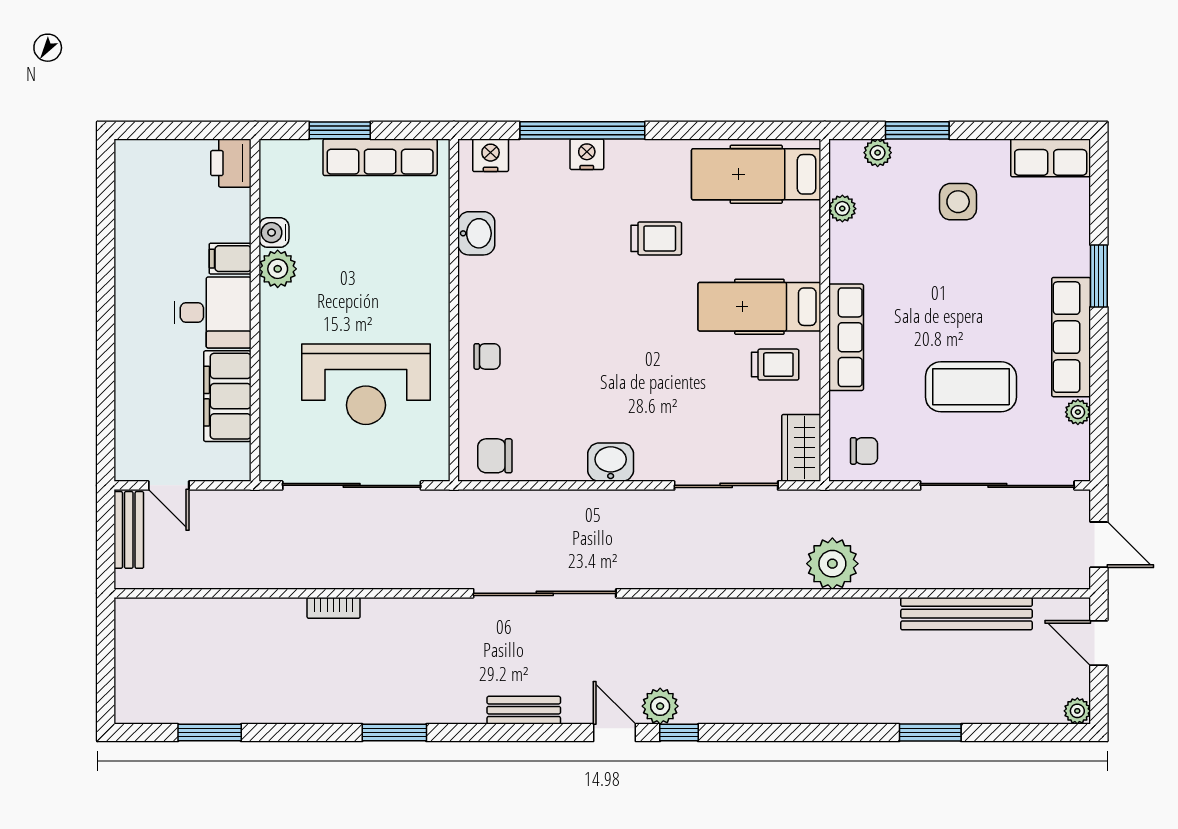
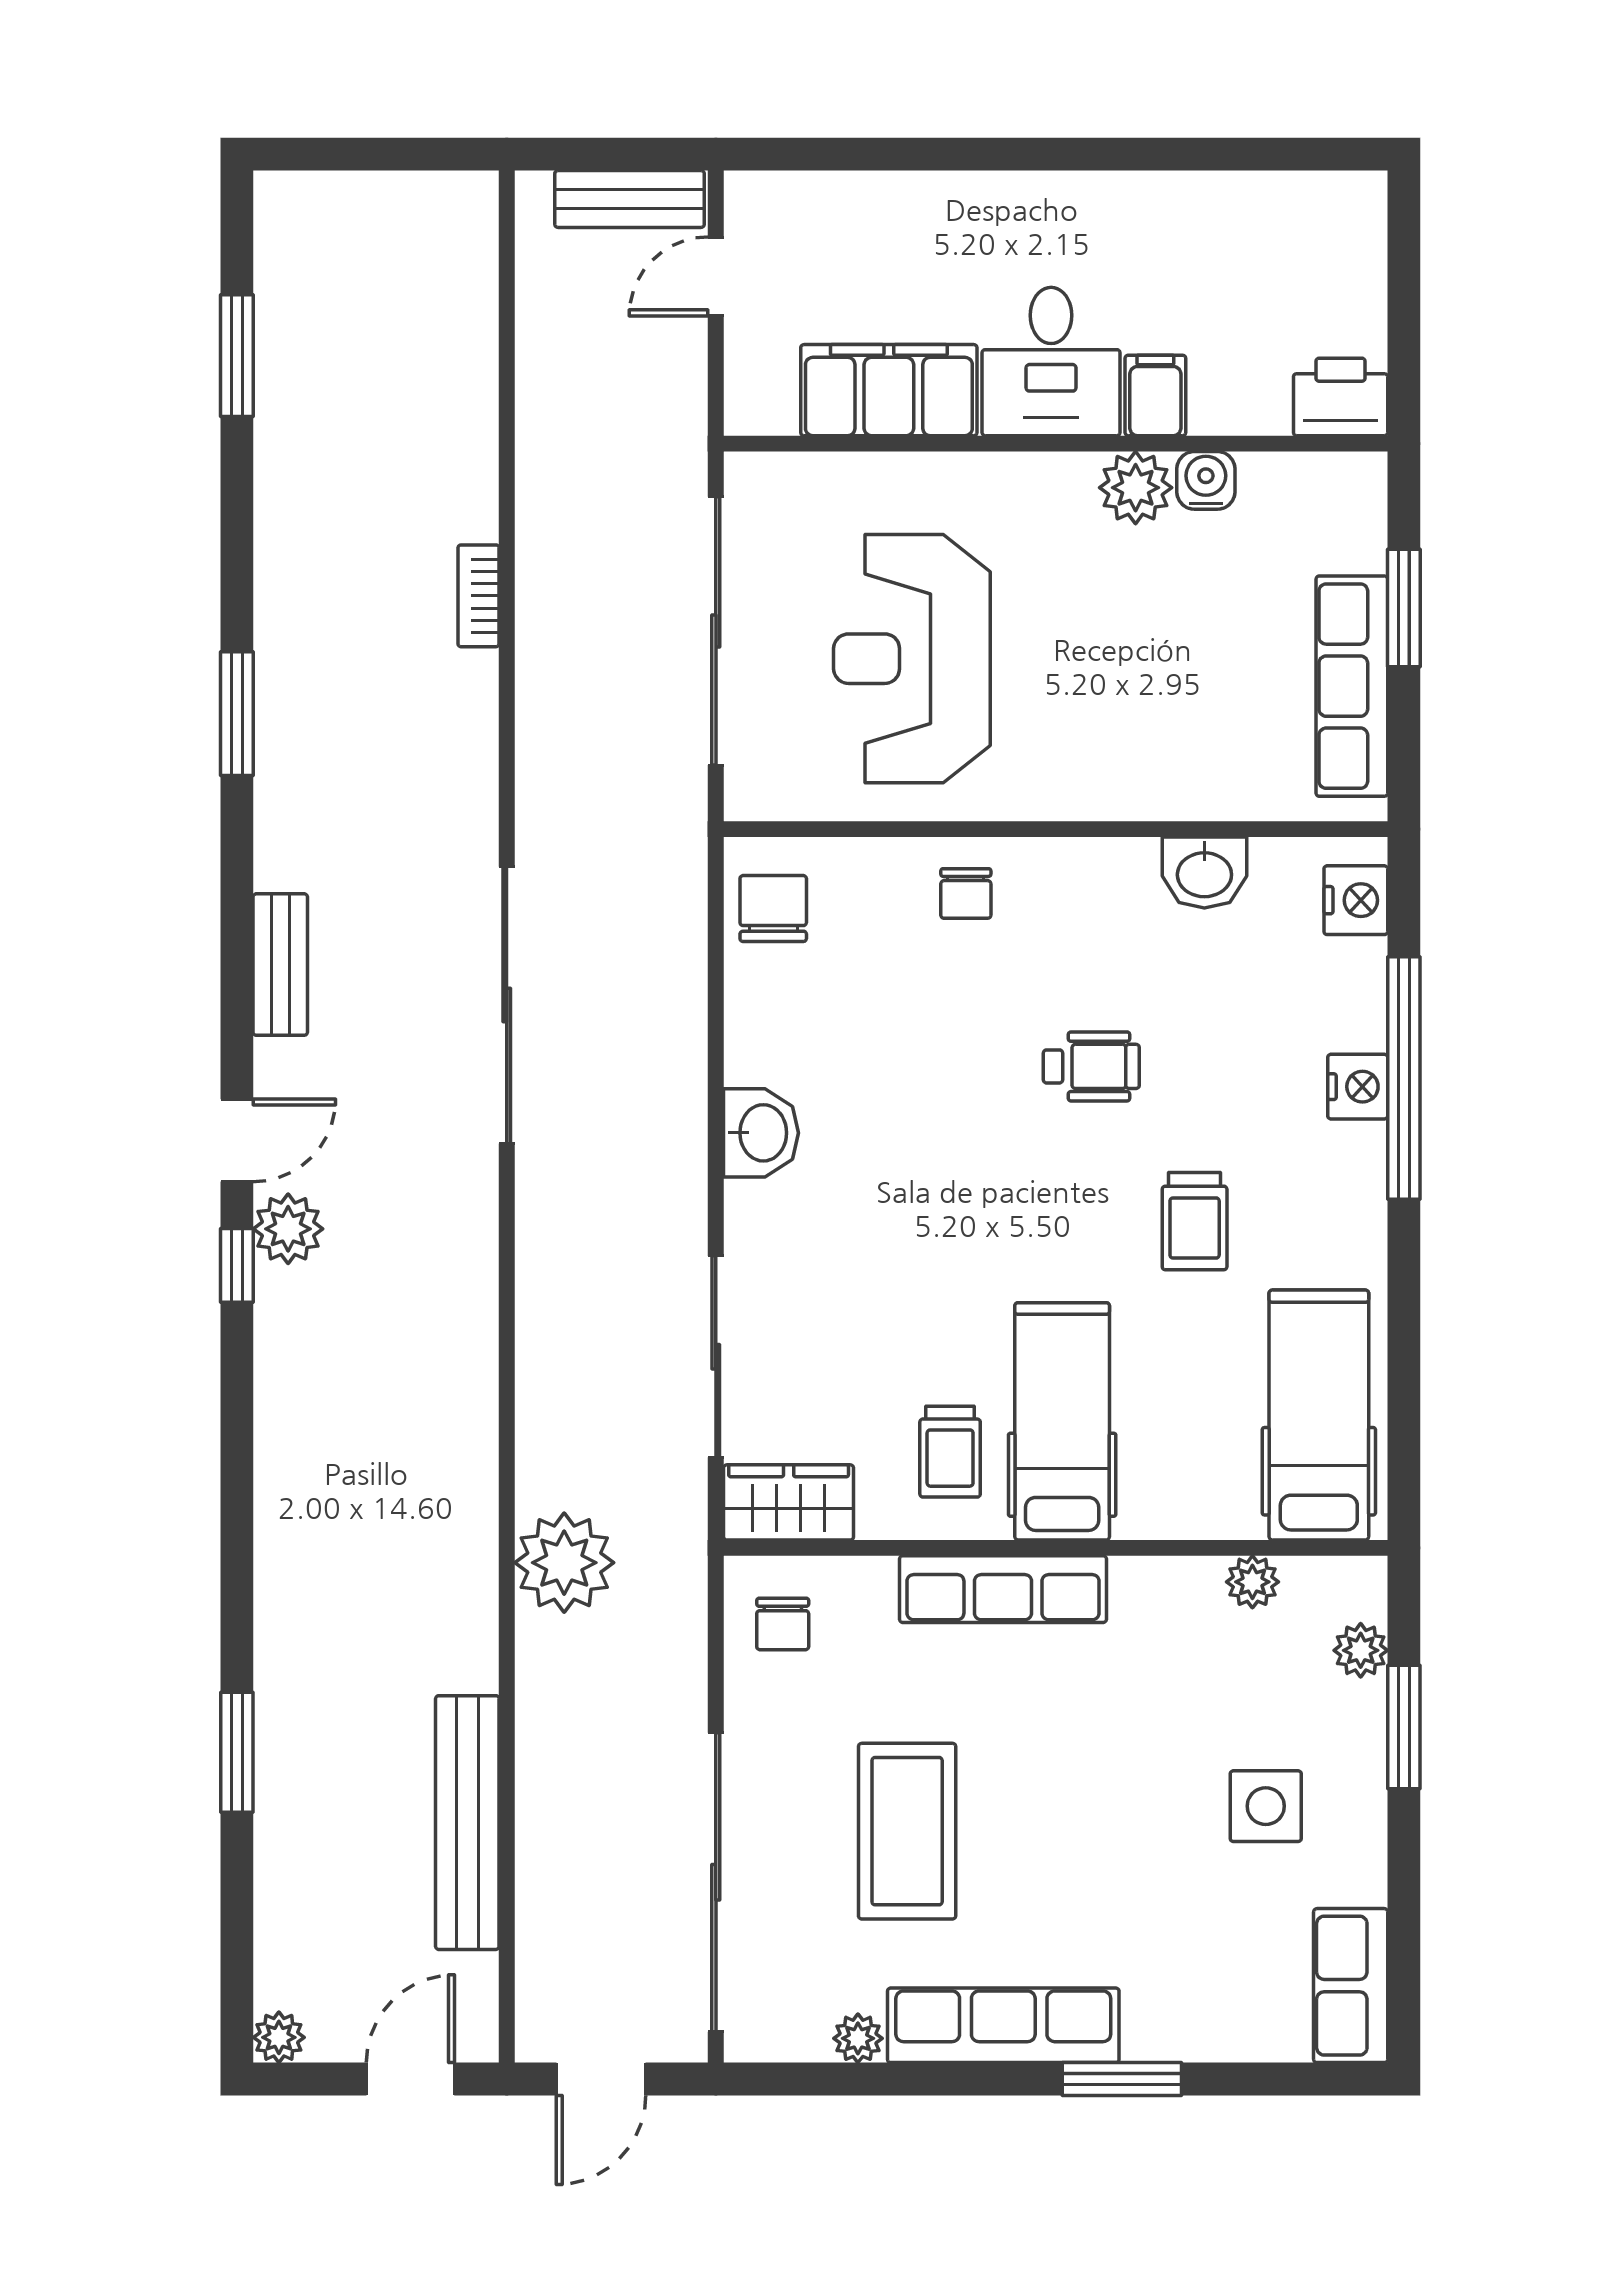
wheelchair: (576, 292) -> (1091, 1066), added

